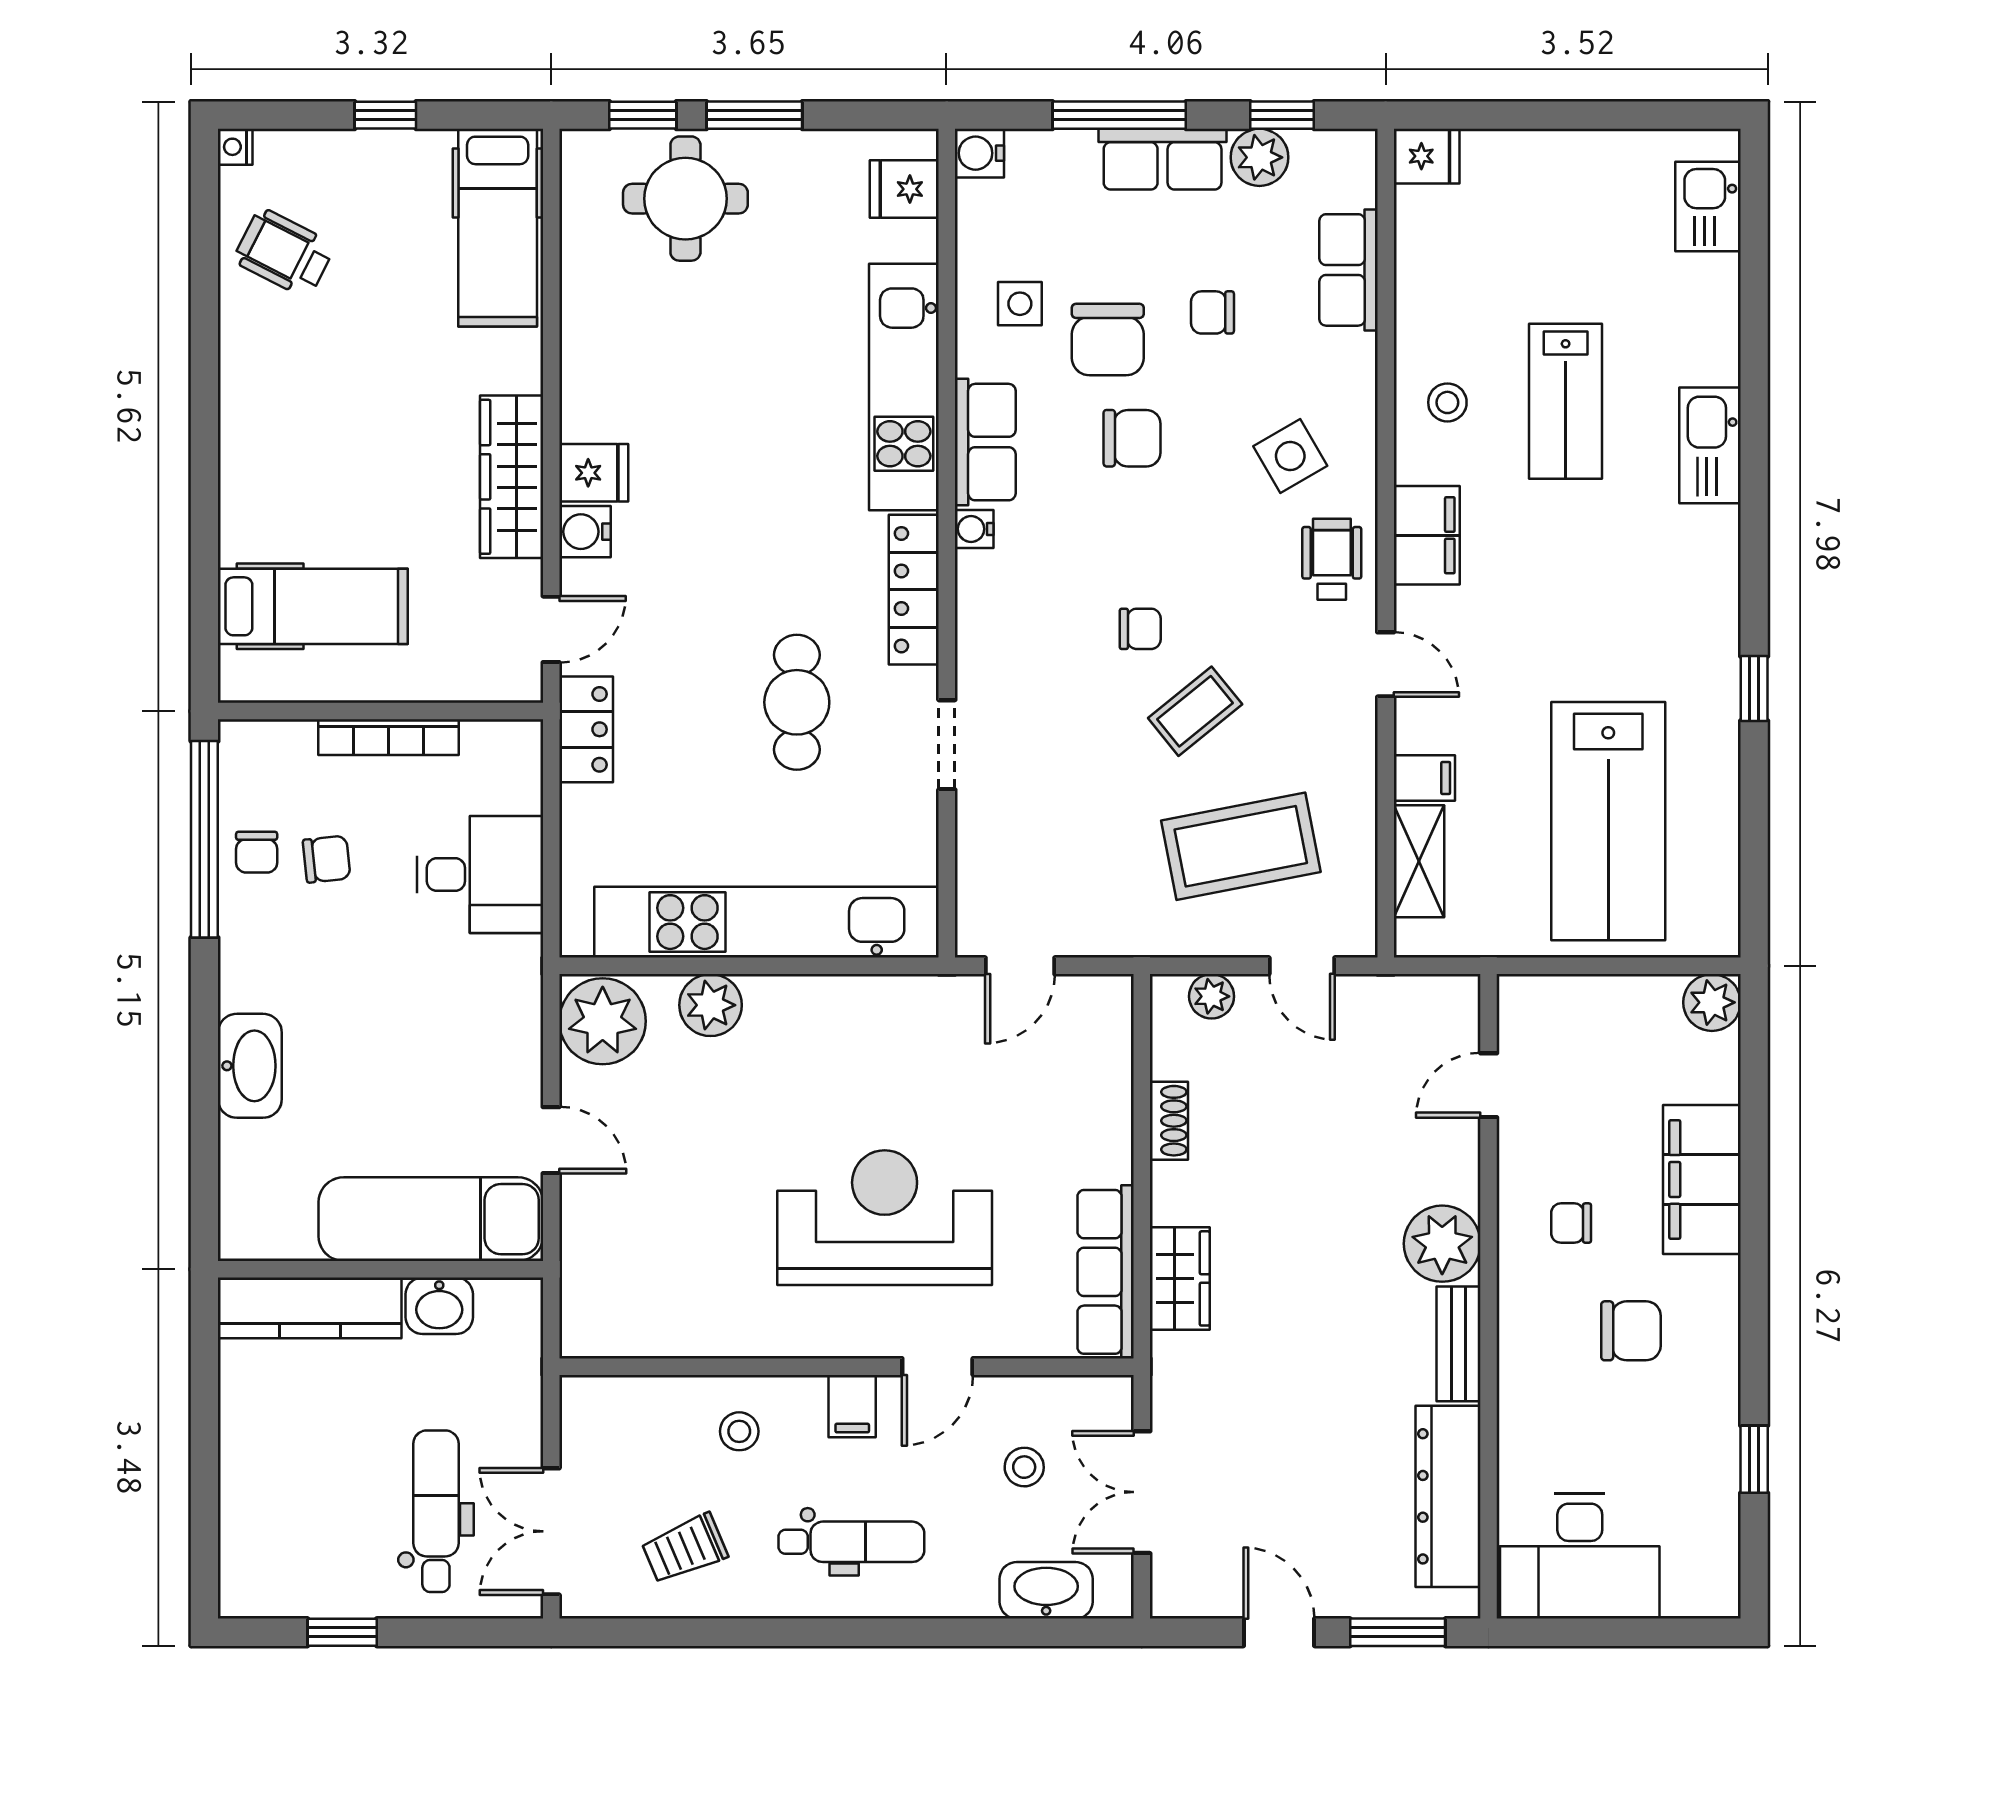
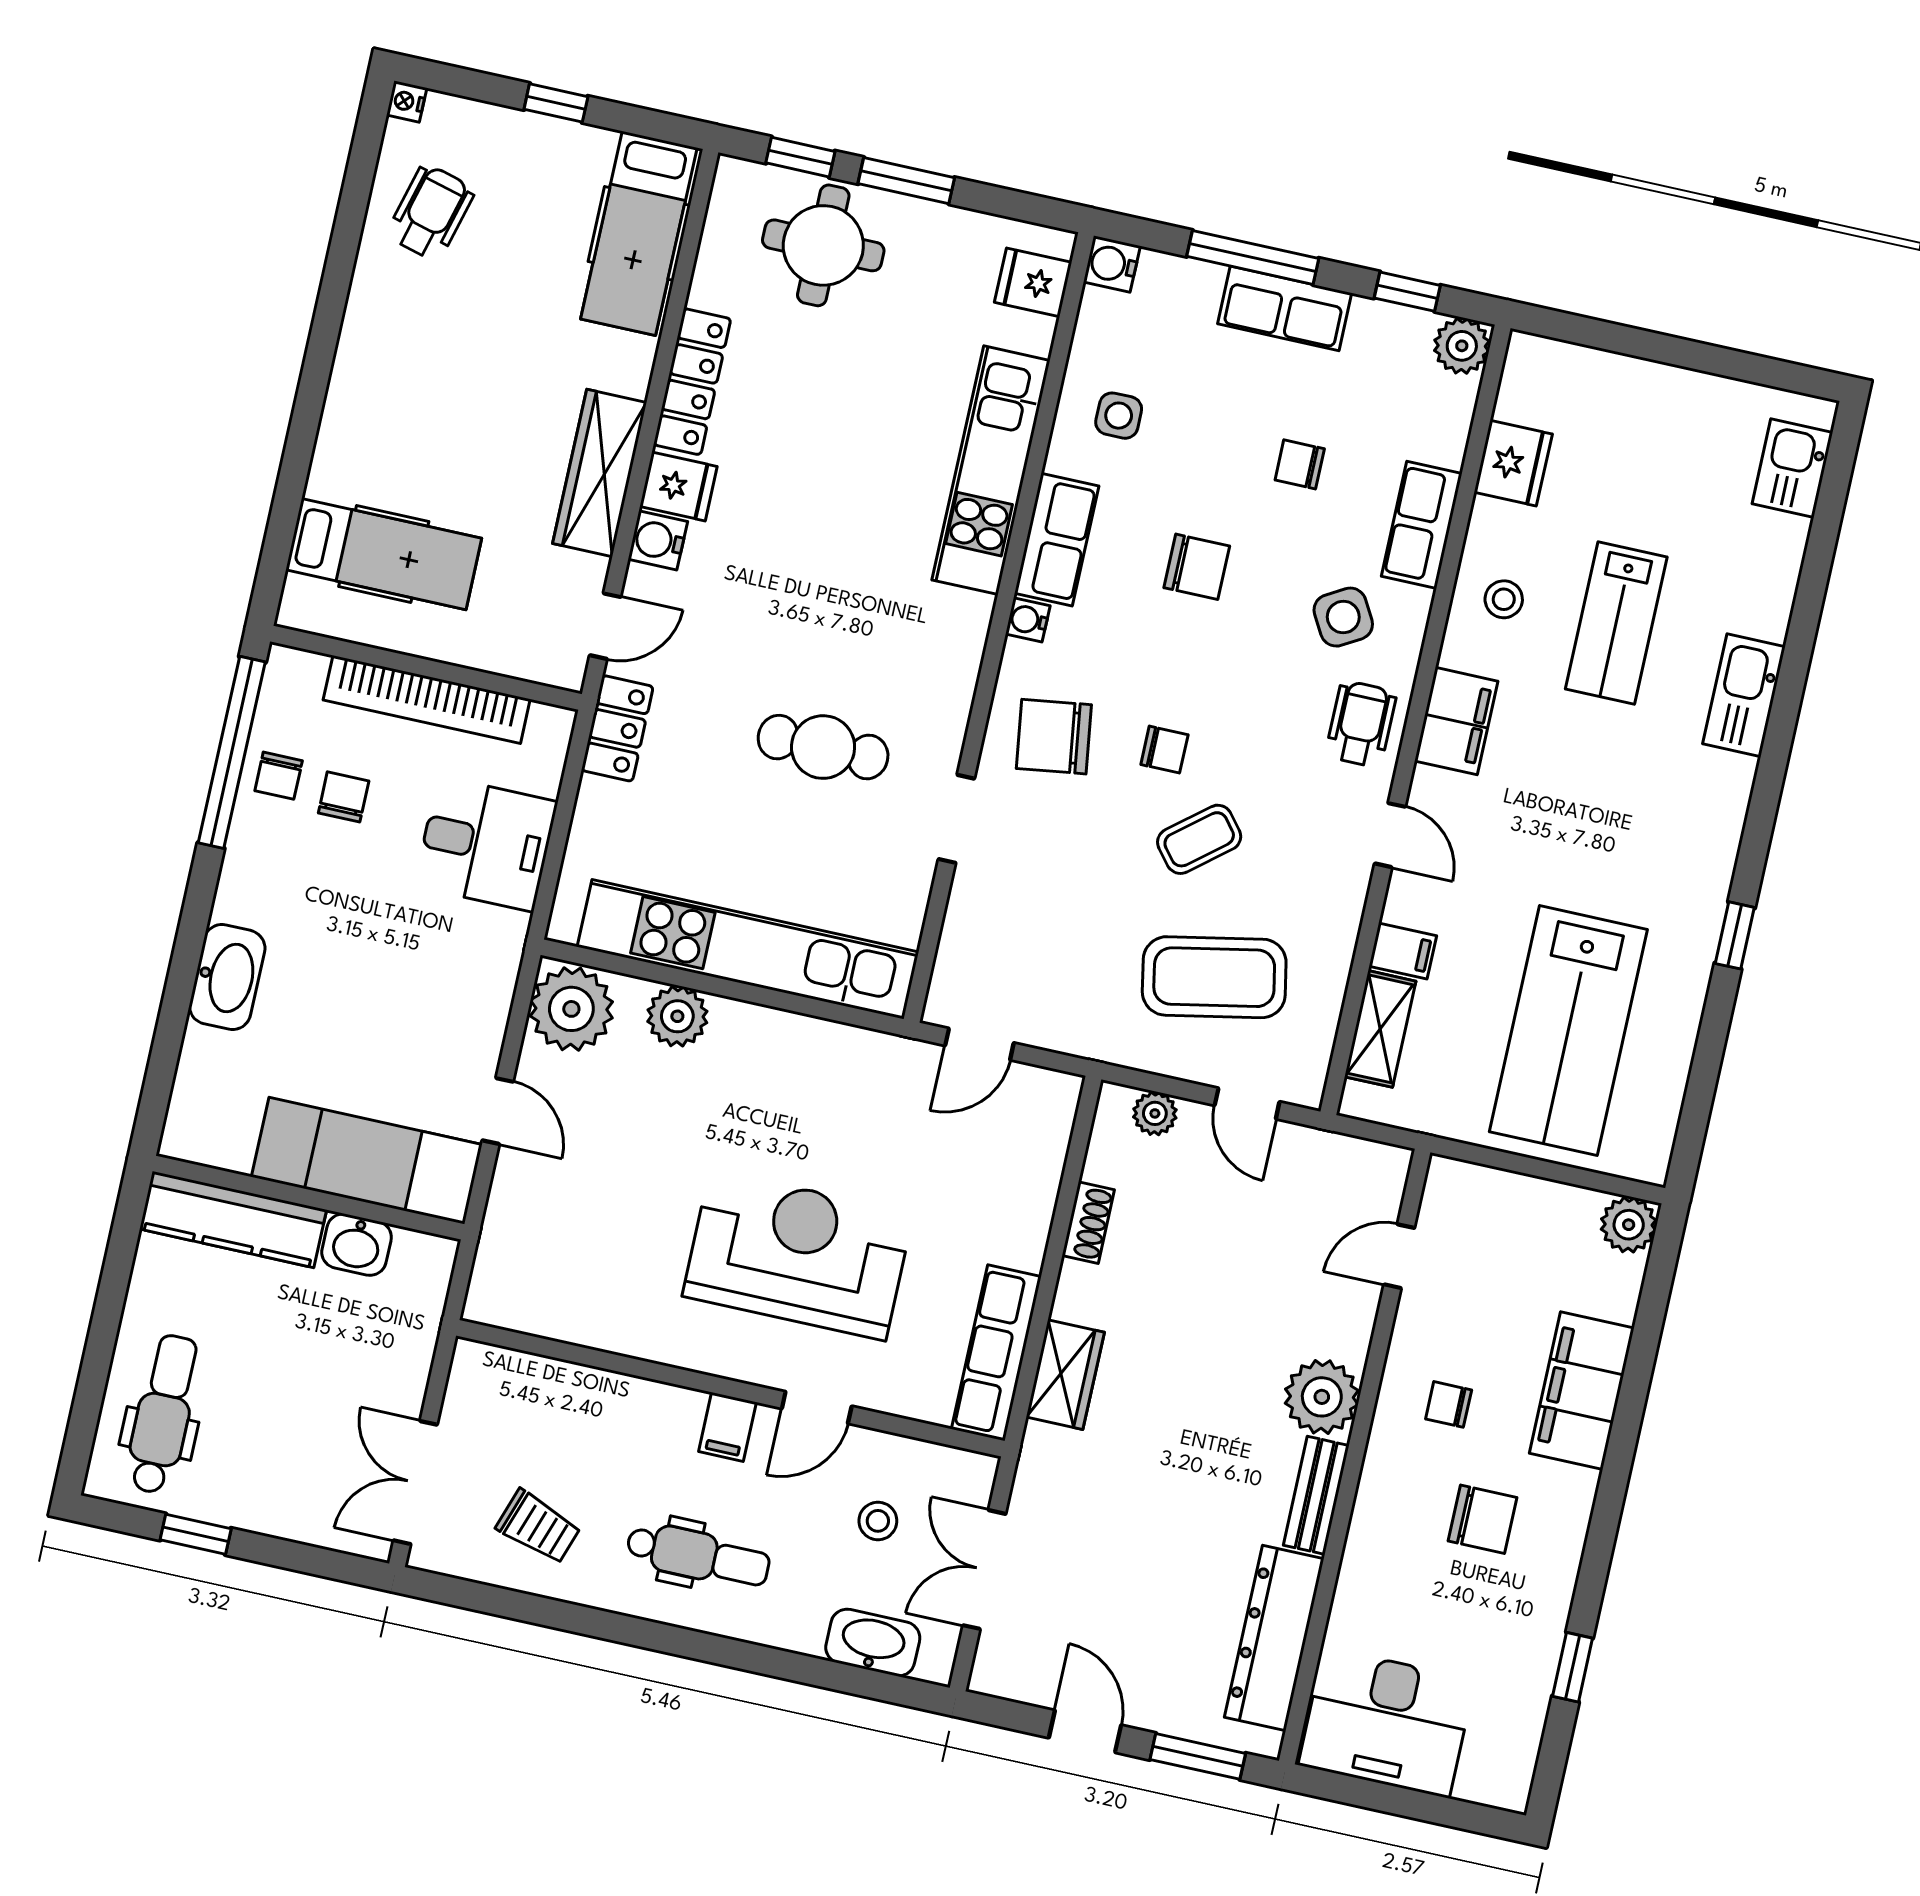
fridge: (1427, 156) -> (1513, 463), moved, width x1.38
plant: (1259, 157) -> (1462, 346), moved
wheelchair: (284, 253) -> (431, 212), turned 78
row of seats: (1348, 270) -> (1422, 525), moved
chair: (1108, 340) -> (1054, 737), moved, turned 82
locker: (914, 590) -> (692, 382), moved, turned 180
cafe table: (797, 702) -> (823, 747), turned 90
bookcase: (388, 737) -> (427, 700), width x1.48, depth x1.31
chair: (327, 859) -> (344, 797), turned -84
stool: (739, 1431) -> (615, 1427), removed
dental chair: (436, 1511) -> (163, 1414), moved
trolley: (685, 1549) -> (538, 1527), turned -138

